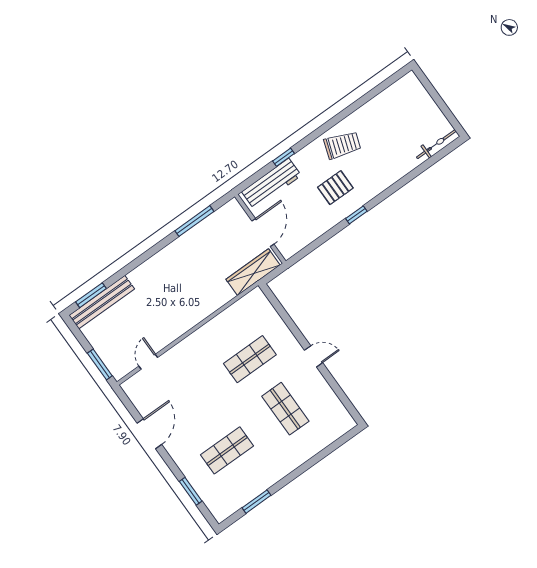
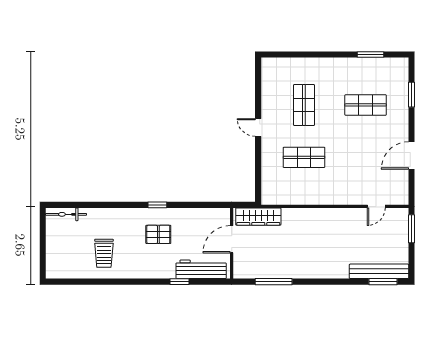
trolley: (342, 145) -> (104, 253), moved, turned -109

